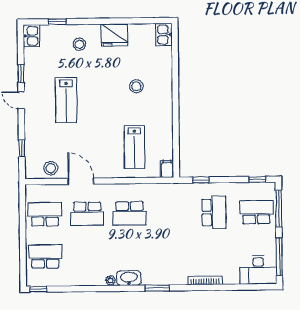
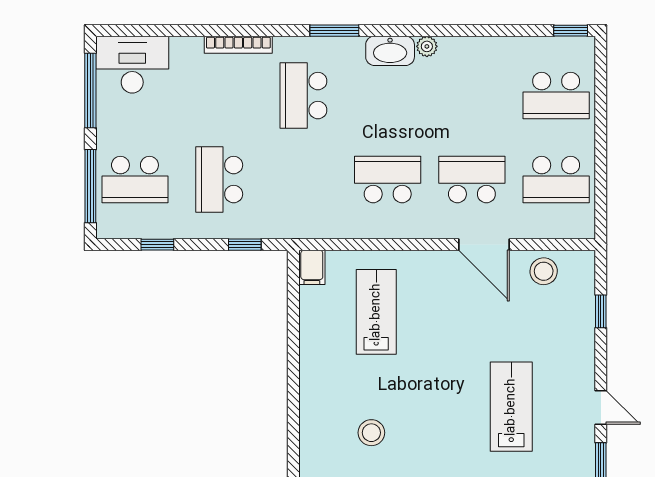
window: (257, 179) -> (157, 245), moved
school desk: (172, 255) -> (303, 96), added

